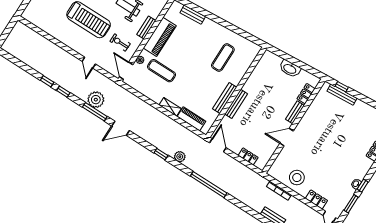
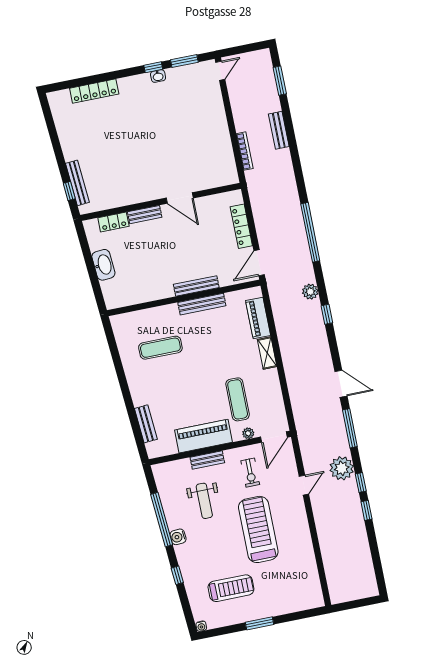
plant: (96, 100) -> (342, 468), moved
locker: (248, 156) -> (241, 226), width x1.53
stool: (297, 178) -> (212, 146), removed
locker: (316, 199) -> (215, 102), removed

